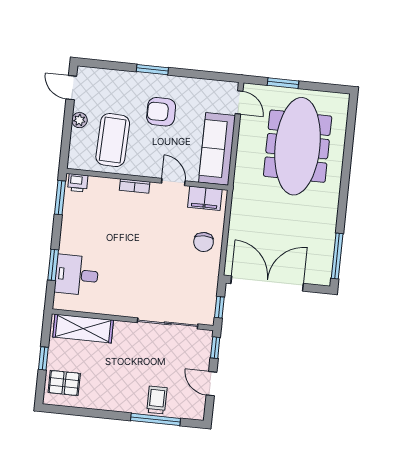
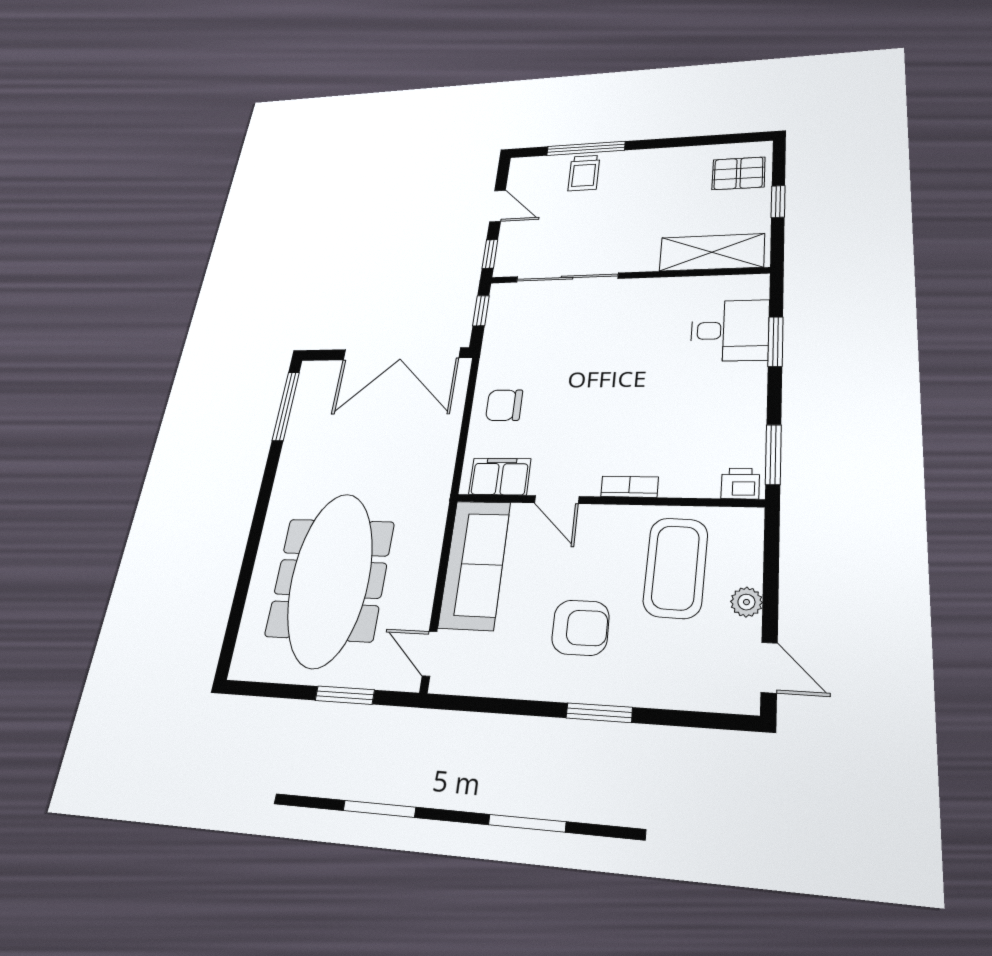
chair: (204, 242) -> (504, 405), turned -90

